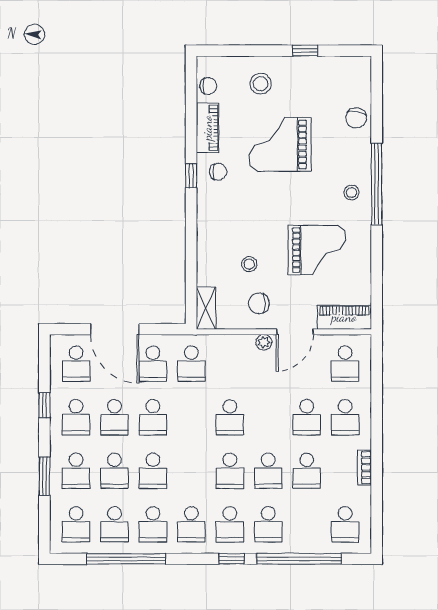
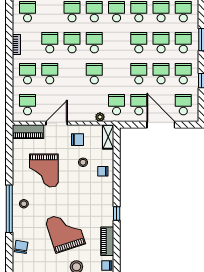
grand piano: (280, 144) -> (65, 232), turned -108
chair: (218, 172) -> (103, 171), moved
grand piano: (317, 250) -> (44, 170), turned -90
plant: (264, 342) -> (100, 117), moved

